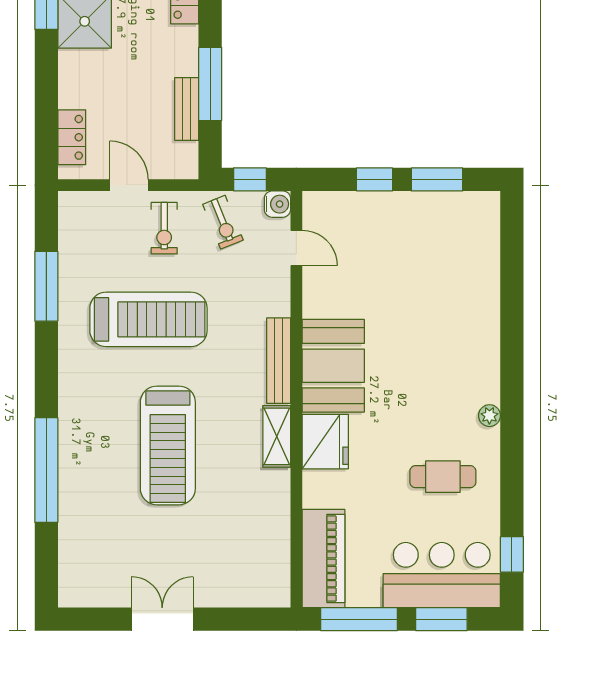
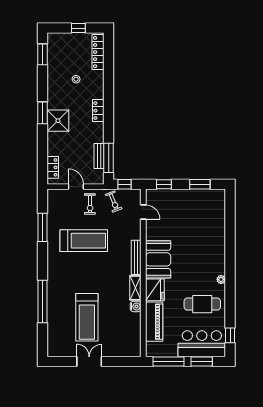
window: (210, 84) -> (109, 158), moved
window: (374, 179) -> (164, 184), moved
water cooler: (277, 204) -> (136, 306), moved
treadmill: (168, 445) -> (87, 317), moved
cafe table: (443, 477) -> (202, 304), width x1.37, depth x1.35
piano: (323, 559) -> (154, 322), moved

